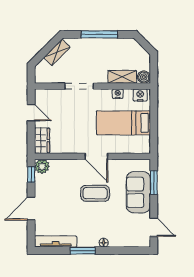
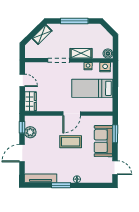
shelving: (122, 77) -> (81, 53), moved
door: (96, 156) -> (72, 114), hinge flipped
plant: (42, 166) -> (30, 132), moved

